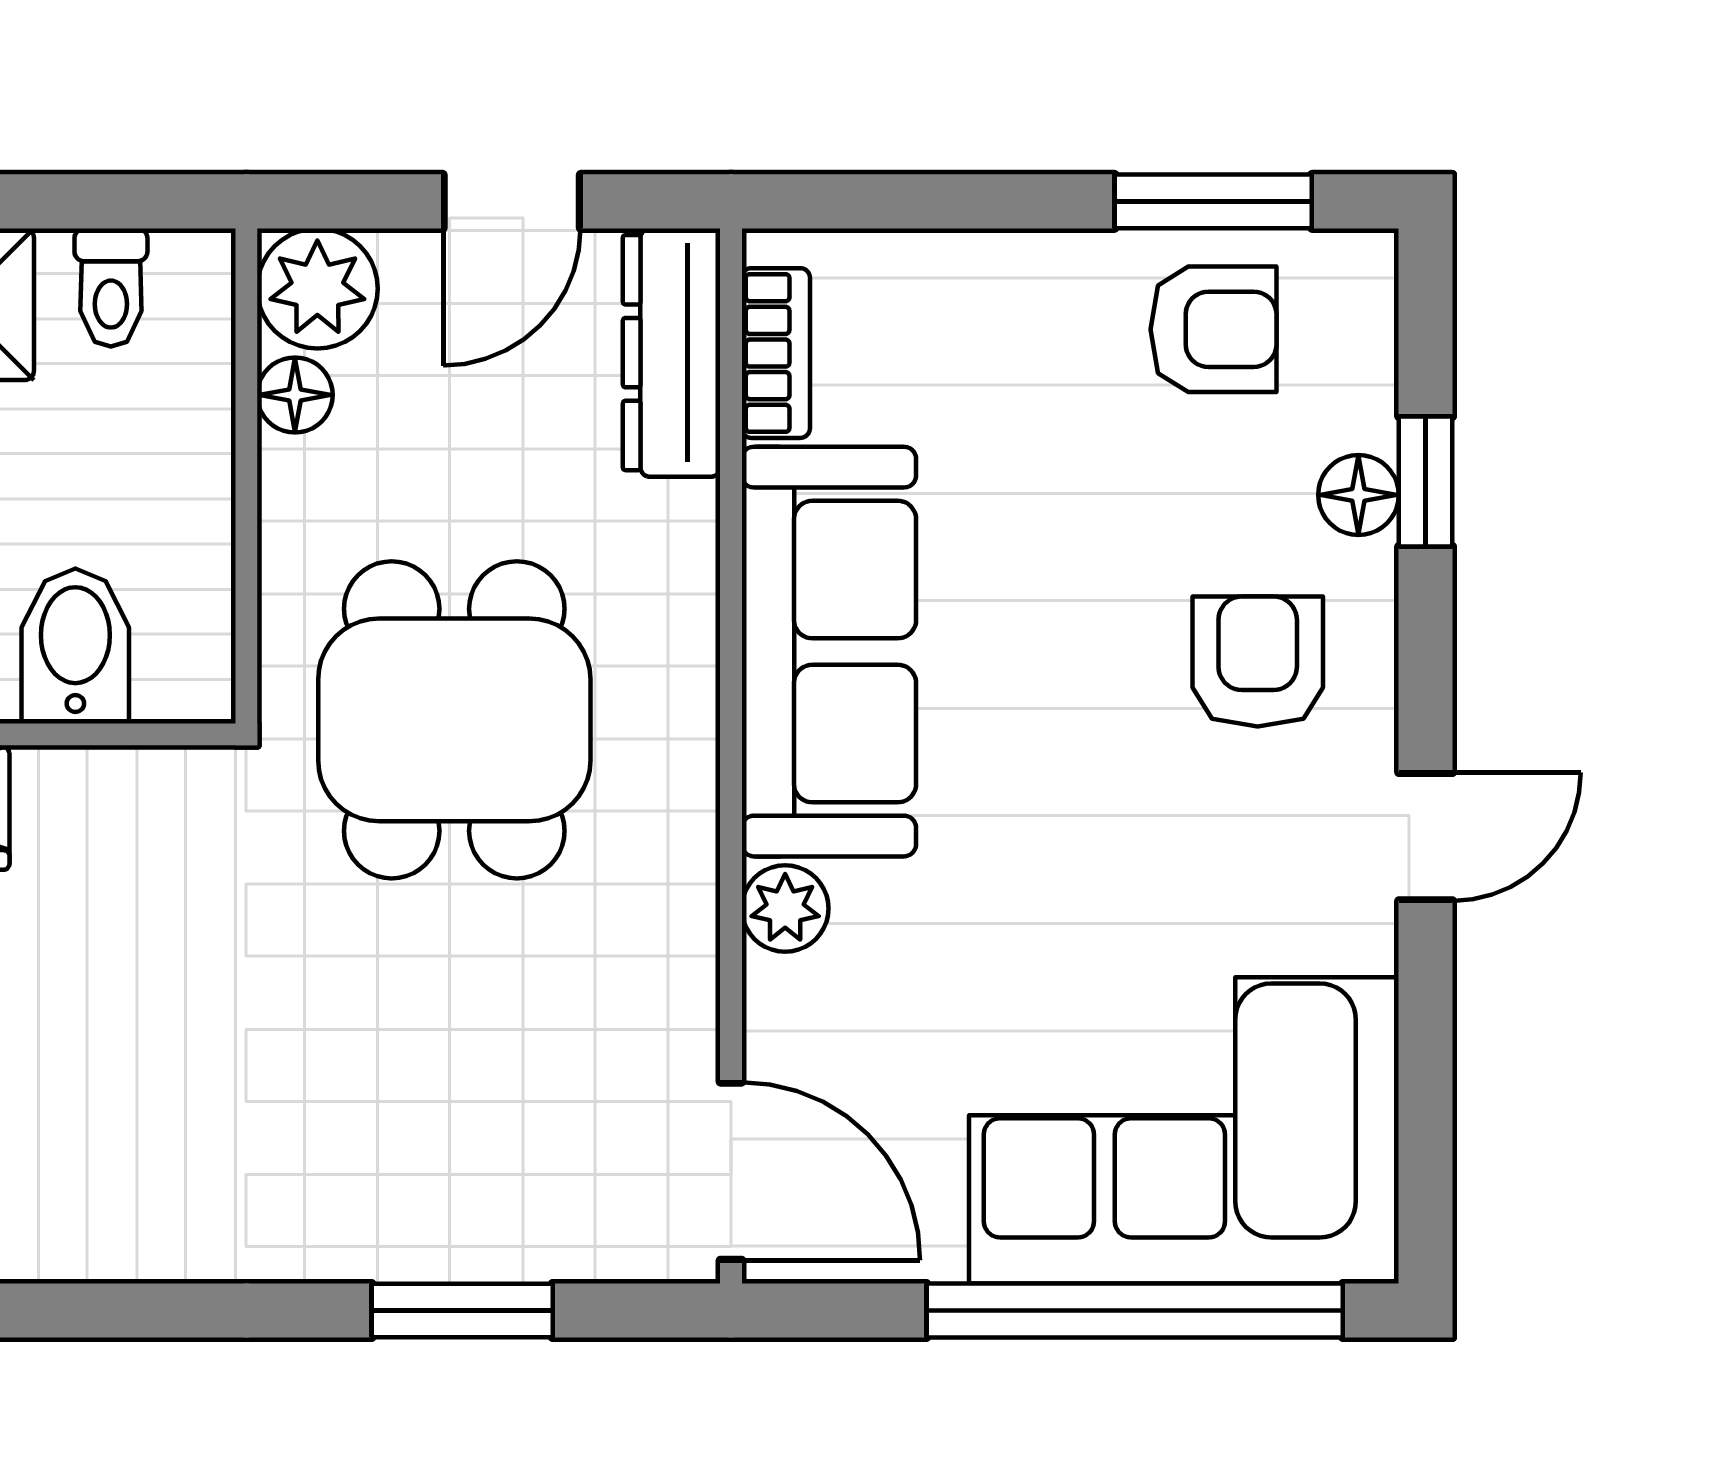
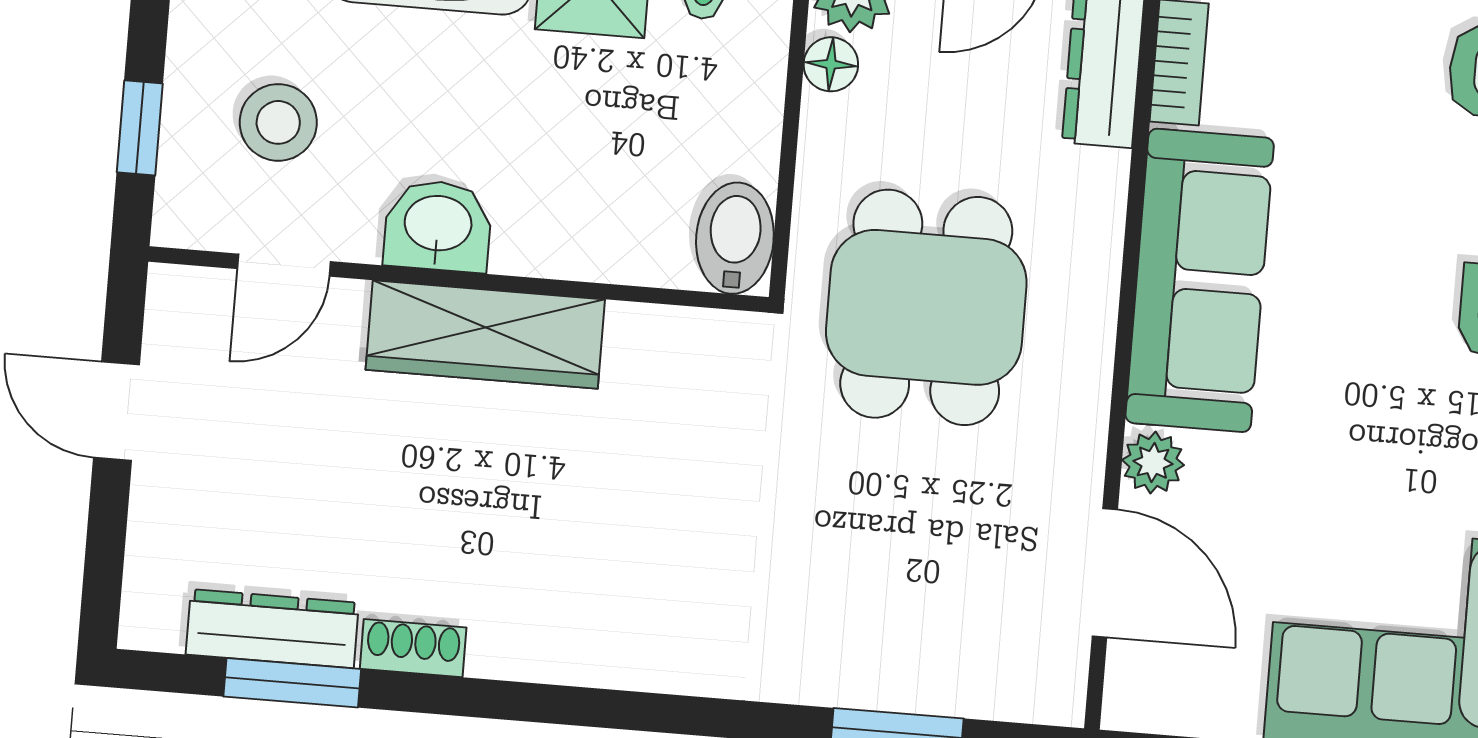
bidet: (75, 646) -> (735, 238), moved
door: (731, 1171) -> (1105, 573), moved

